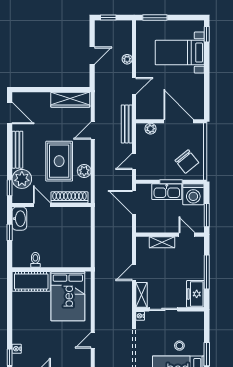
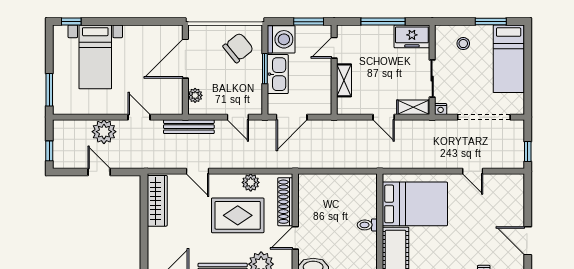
plant: (127, 59) -> (104, 132), width x1.87, depth x1.87
toilet: (35, 260) -> (367, 225), moved
stool: (179, 346) -> (463, 44), moved

